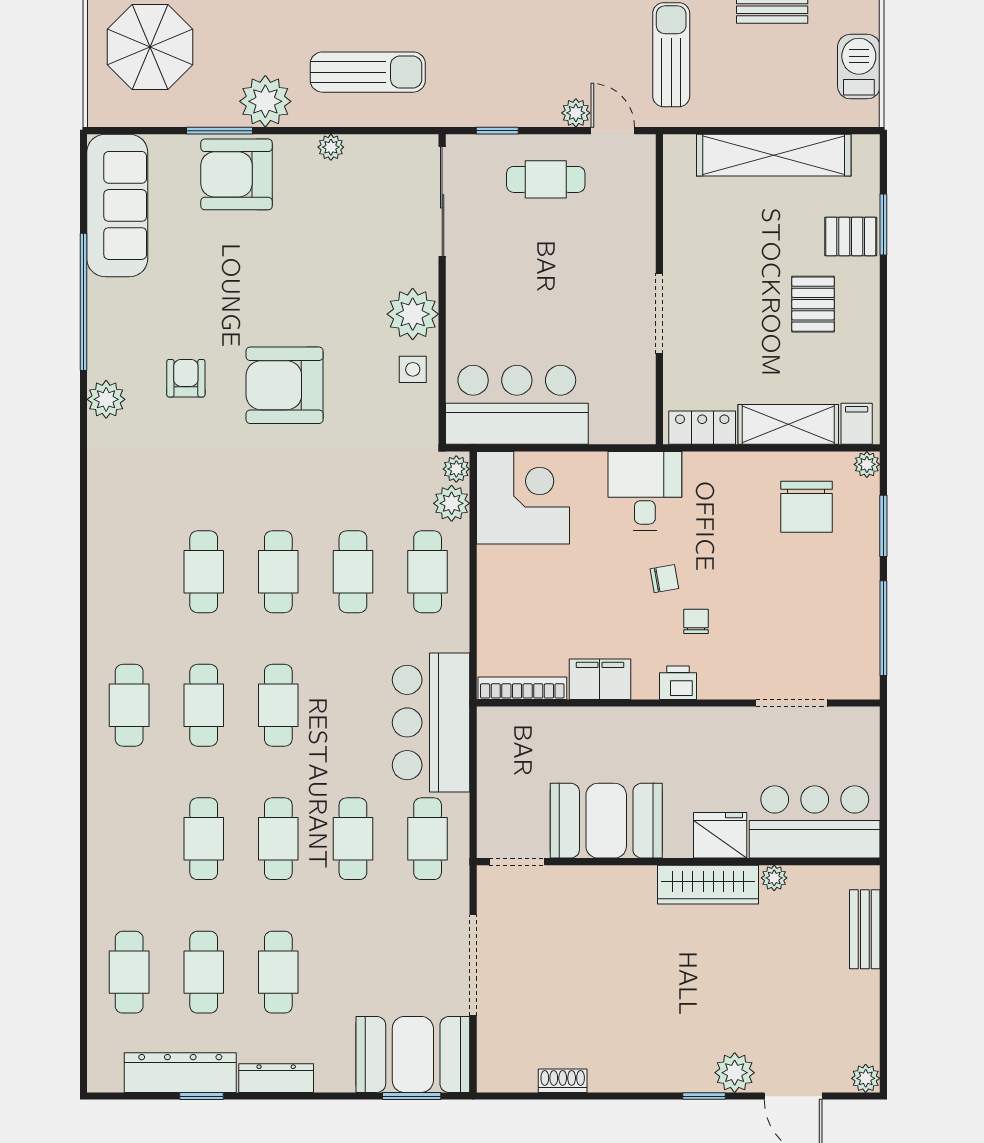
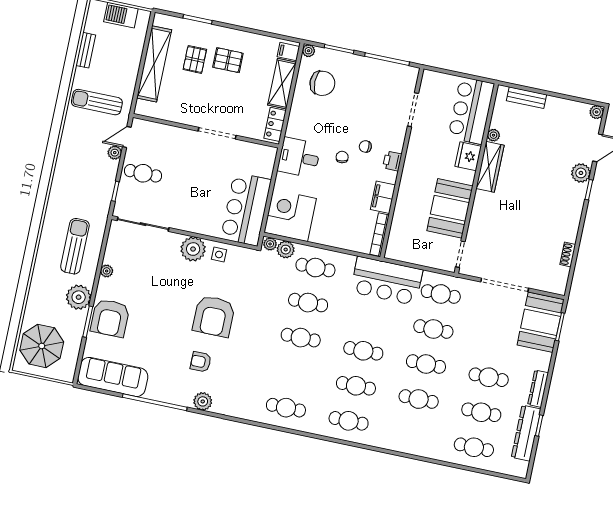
cafe table: (546, 179) -> (143, 173), turned 90
pallet: (851, 236) -> (195, 59), moved
cafe table: (204, 572) -> (286, 408), moved

